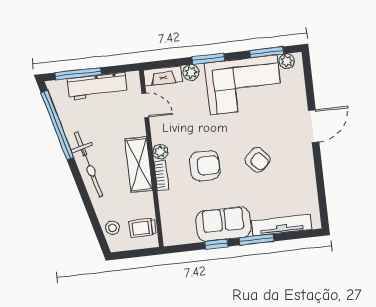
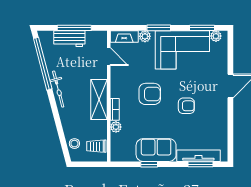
window: (78, 74) -> (74, 28), moved
workbench: (97, 86) -> (69, 39), width x0.73
plant: (160, 152) -> (116, 127), moved
armchair: (258, 160) -> (186, 106), turned -46
bicycle: (89, 164) -> (58, 89), width x0.73, depth x0.71
armchair: (205, 166) -> (150, 94), moved
window: (257, 240) -> (201, 164), moved

